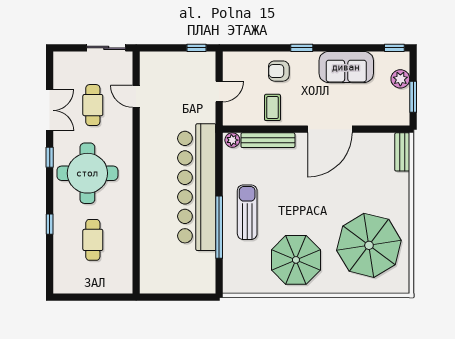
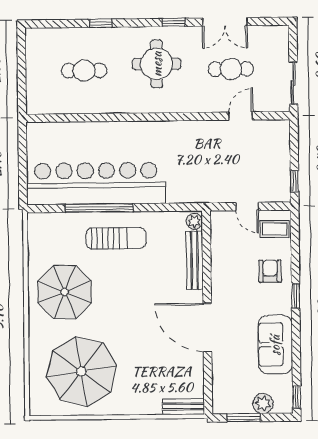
coffee table: (272, 107) -> (275, 229), moved
round table: (87, 173) -> (157, 64), width x0.73, depth x0.73
bar counter: (197, 187) -> (96, 184), moved

